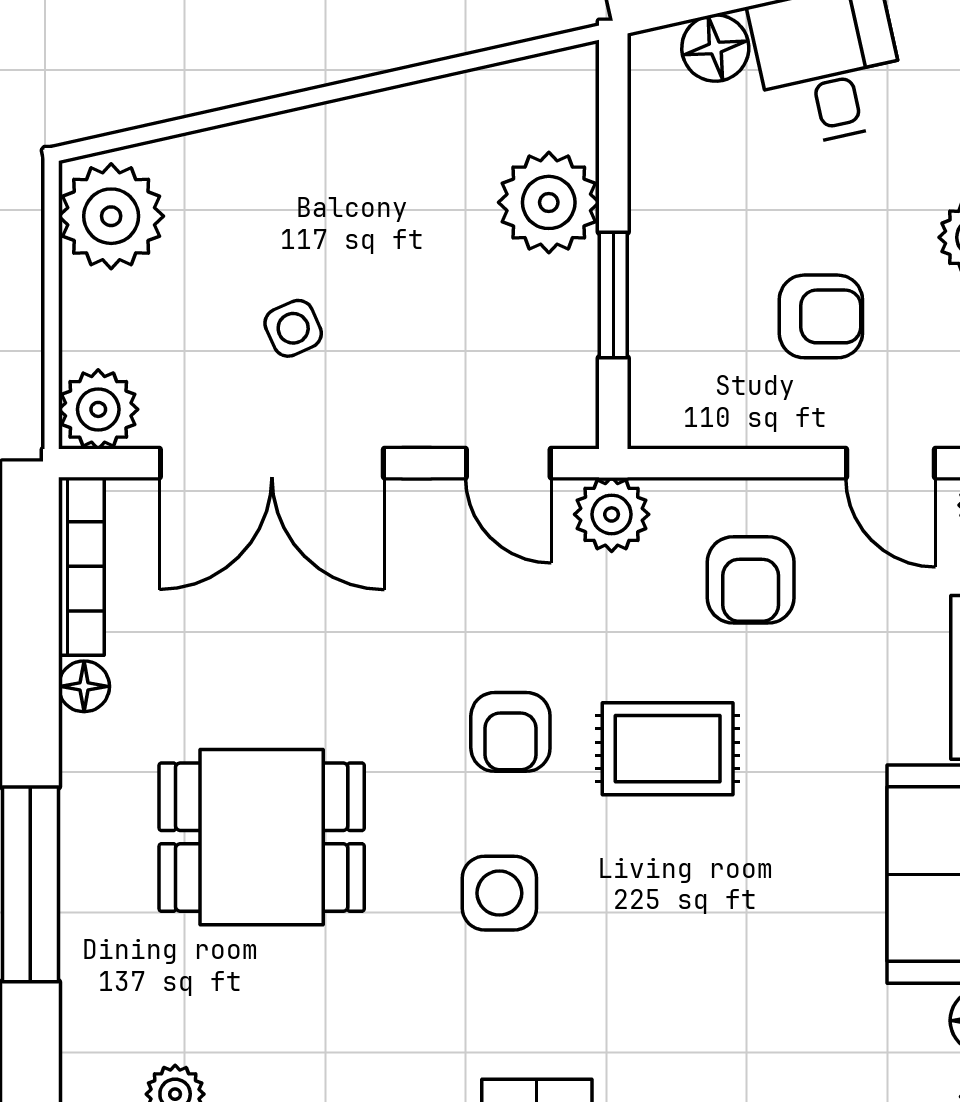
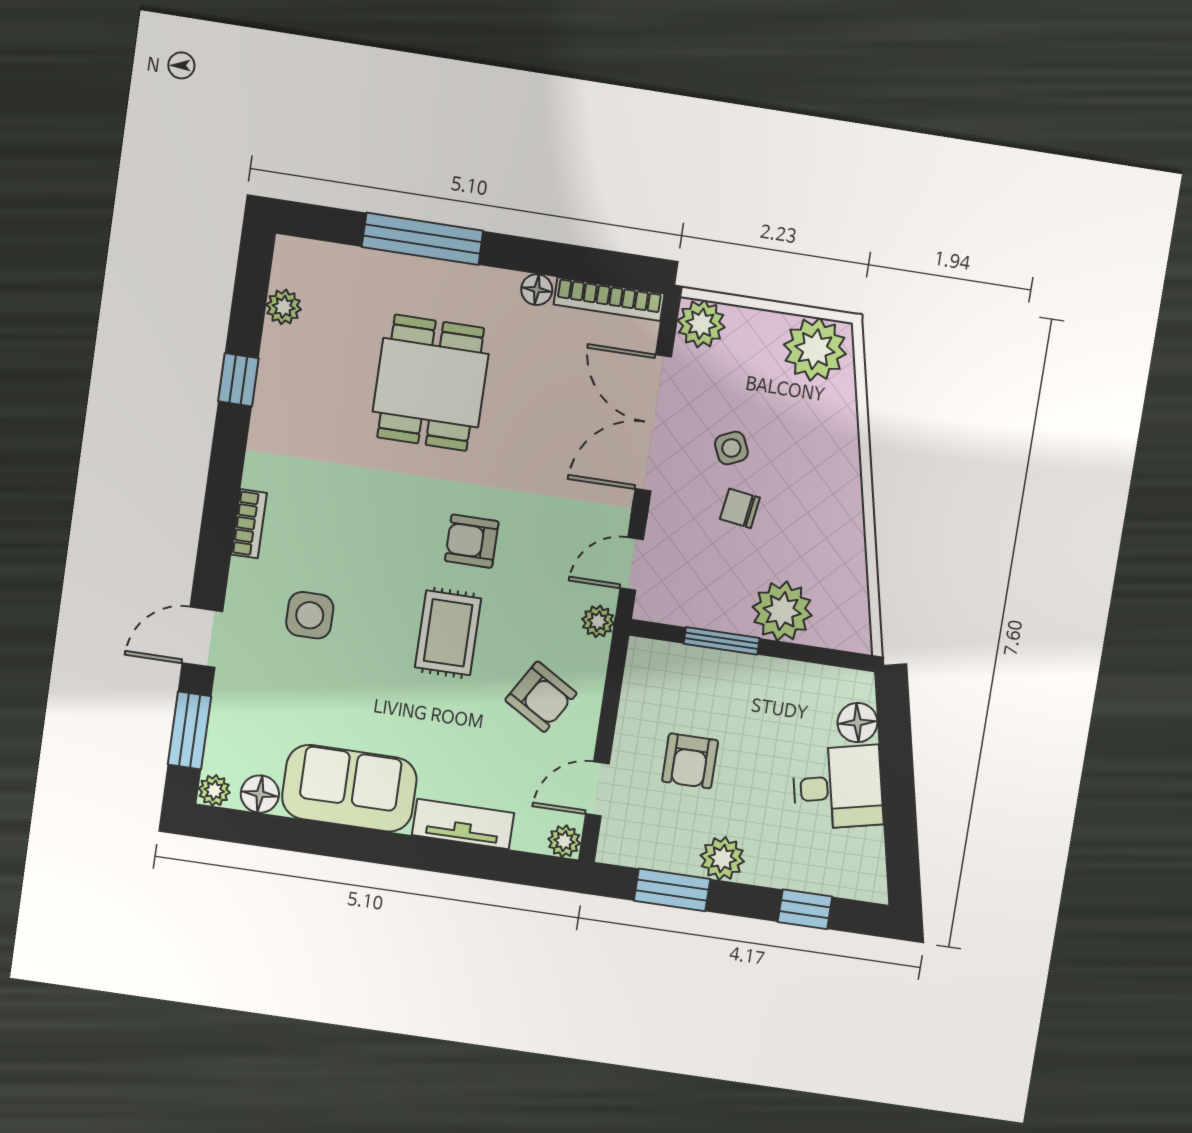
chair: (390, 299) -> (740, 508), added
plant: (612, 514) -> (598, 621), width x0.73, depth x0.73
armchair: (751, 580) -> (541, 697), turned -149
side table: (499, 893) -> (310, 615), moved

